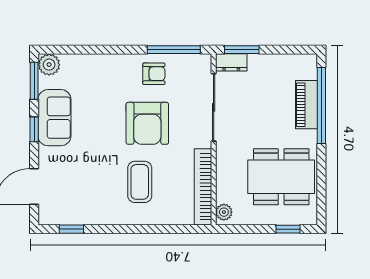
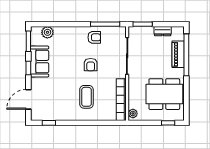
dresser: (231, 62) -> (163, 31), moved
plant: (49, 65) -> (47, 32), moved
armchair: (147, 123) -> (91, 65), width x0.53, depth x0.53

